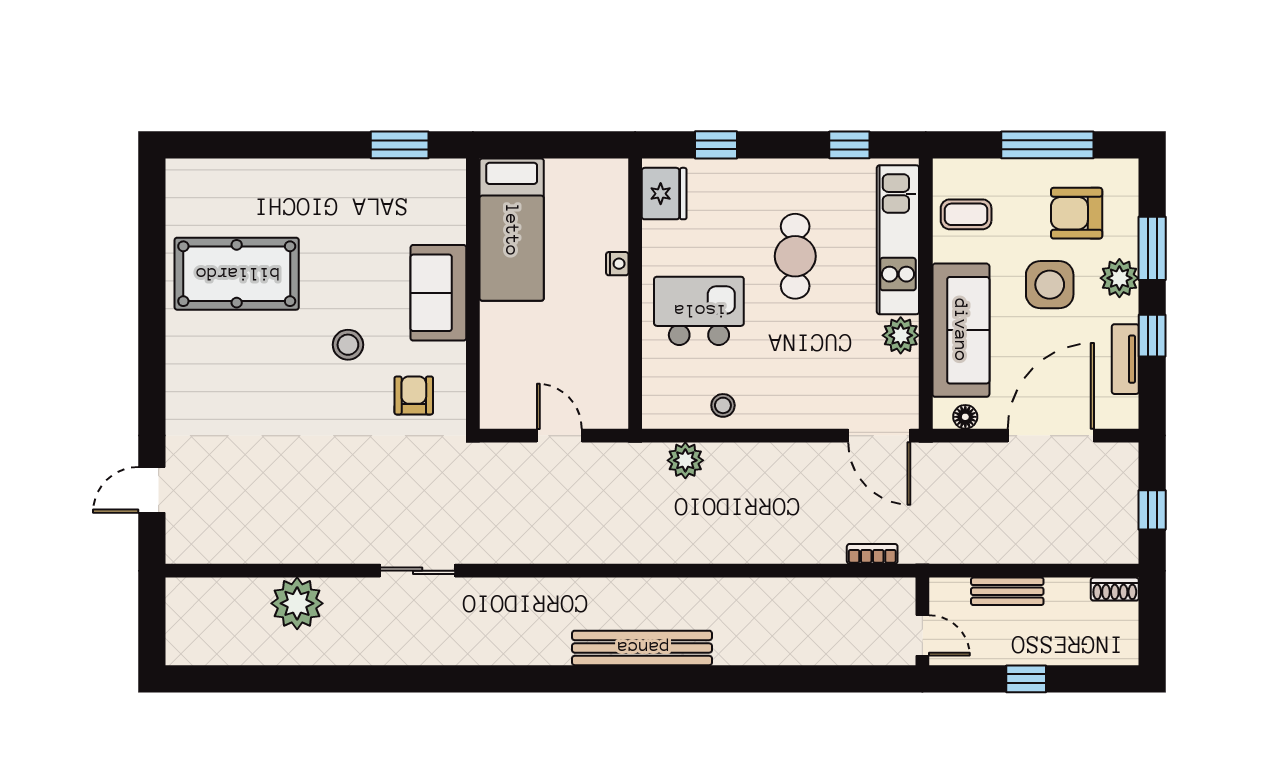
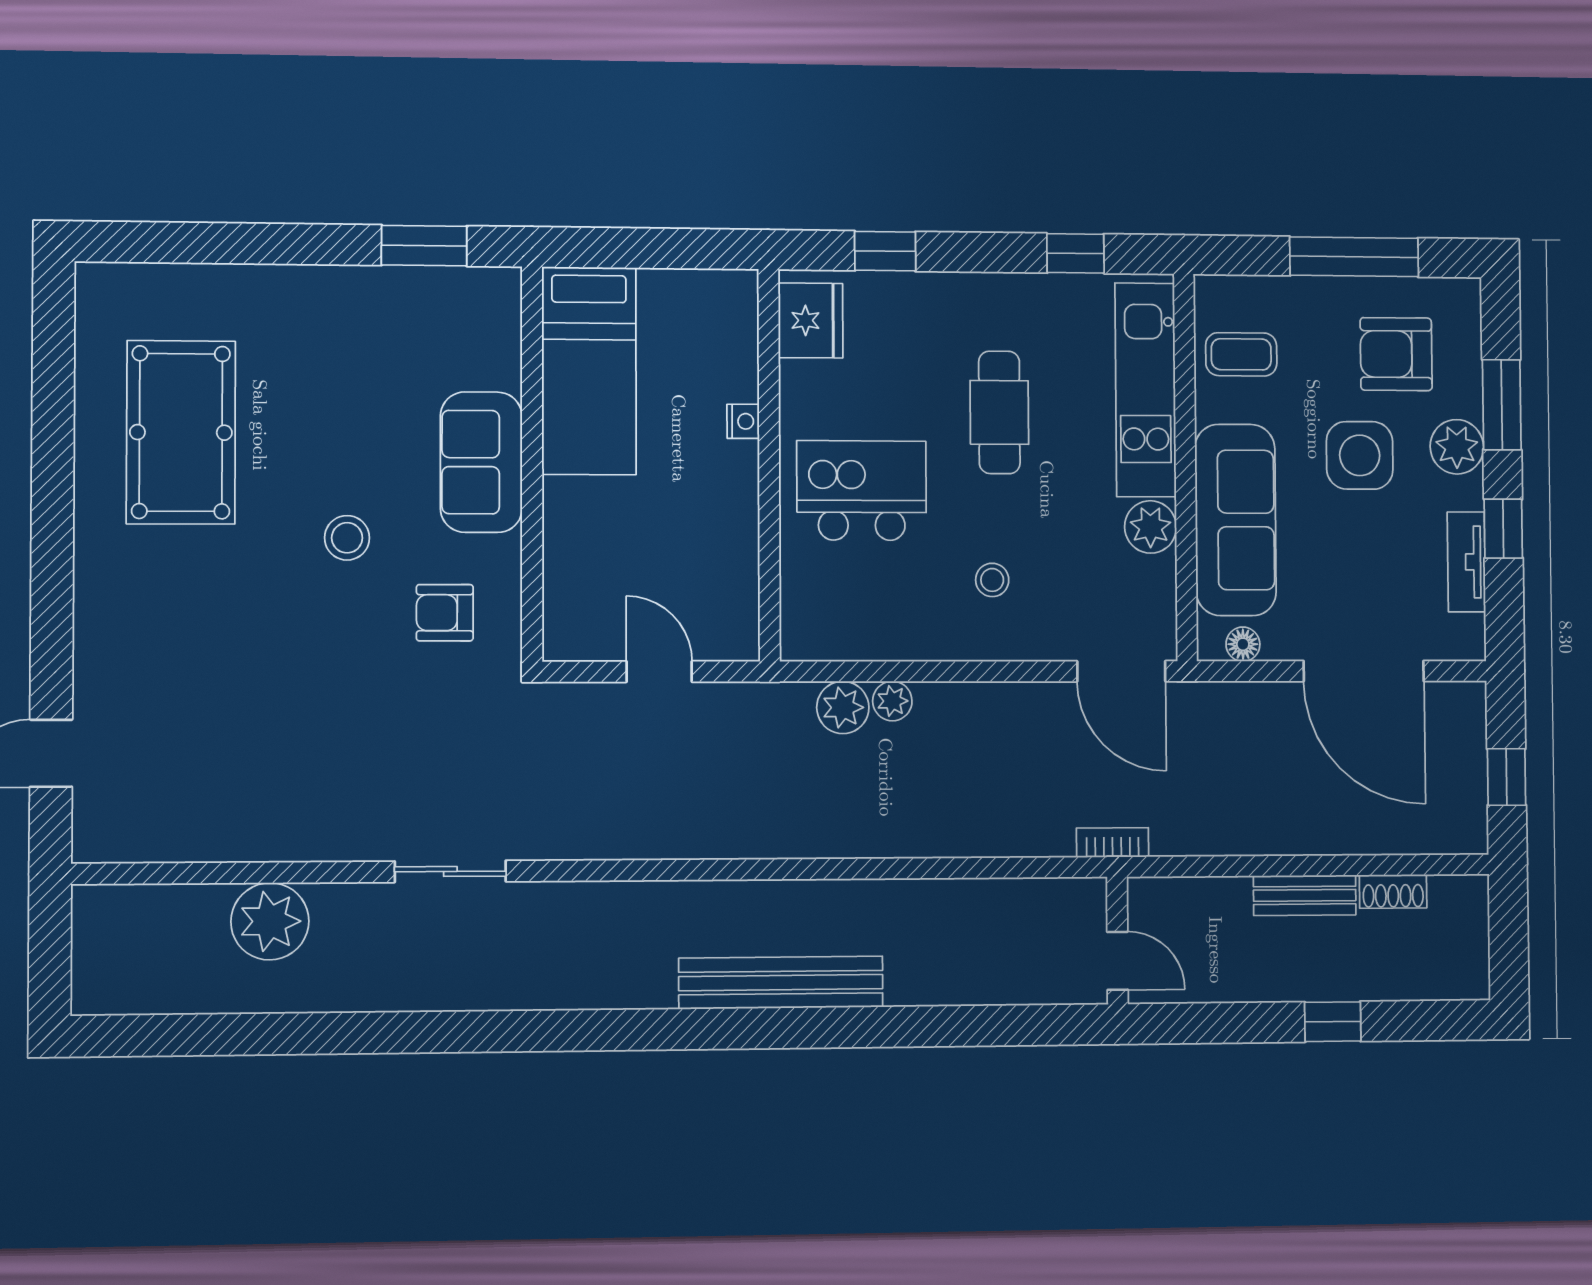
pool table: (237, 274) -> (181, 432), turned 90
armchair: (414, 395) -> (445, 613), turned -90
stool: (723, 405) -> (992, 580), moved
door: (1051, 436) -> (1364, 671), swing flipped
plant: (720, 456) -> (892, 701), added
shoe rack: (1115, 589) -> (1393, 891), moved
wall: (922, 621) -> (1117, 941), moved
door: (922, 635) -> (1118, 961), moved

